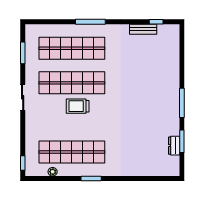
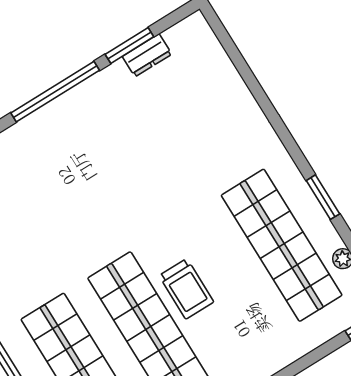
window: (182, 103) -> (55, 92), width x1.46
window: (91, 179) -> (323, 197), moved

